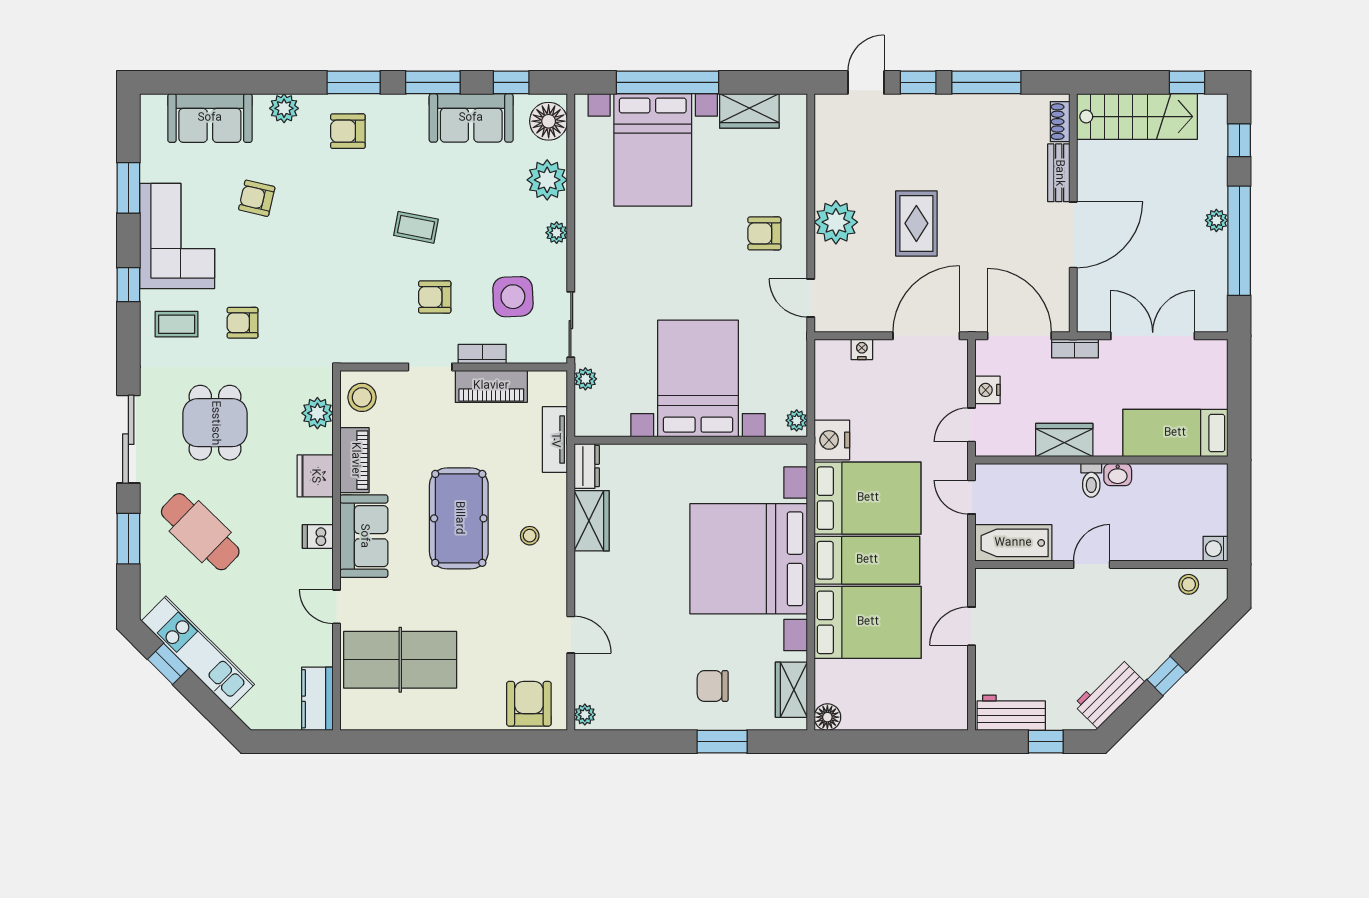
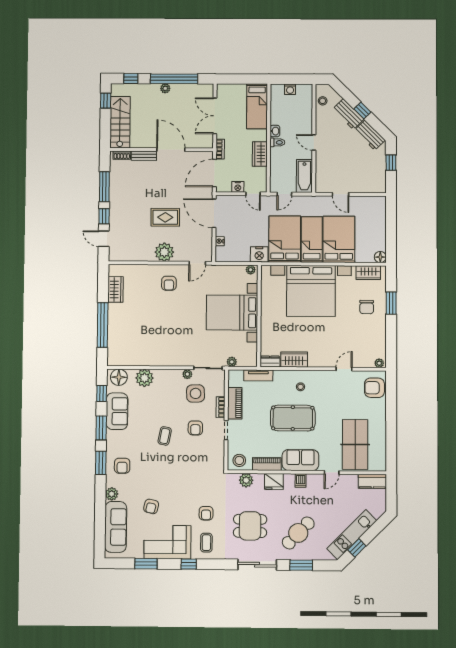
sofa: (210, 118) -> (116, 527), width x1.36
bed with nightstands: (653, 150) -> (132, 332), removed
plant: (557, 233) -> (187, 374), moved
washing machine: (1215, 549) -> (290, 89), moved
workbench: (1011, 713) -> (348, 114), moved, turned -45

